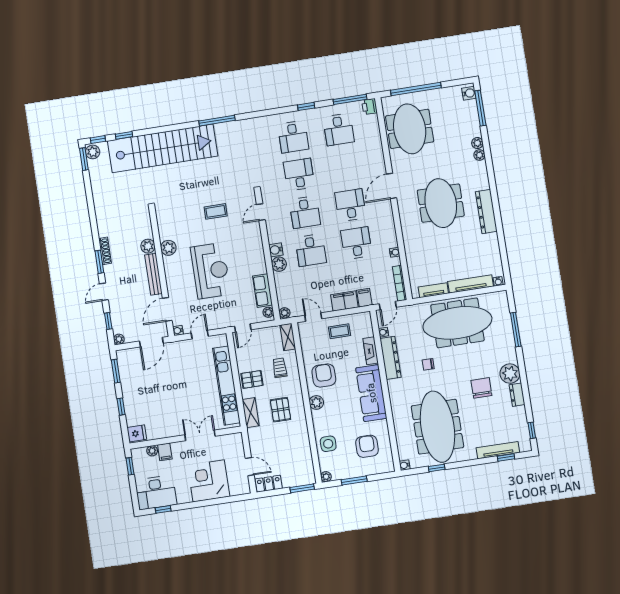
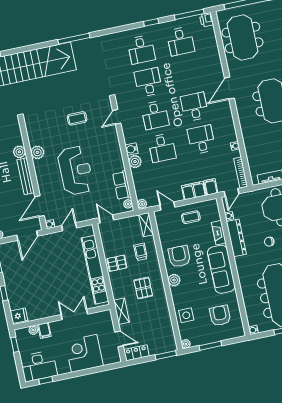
door: (243, 328) -> (106, 219), swing flipped
shelving: (251, 413) -> (121, 311), moved

